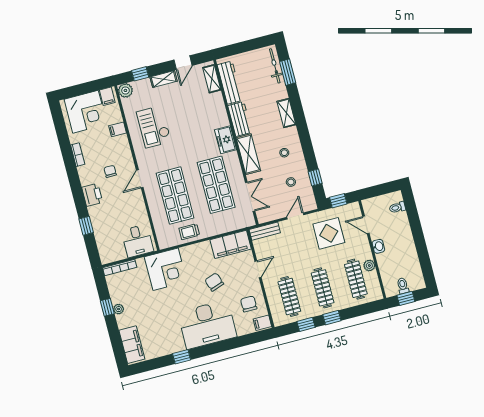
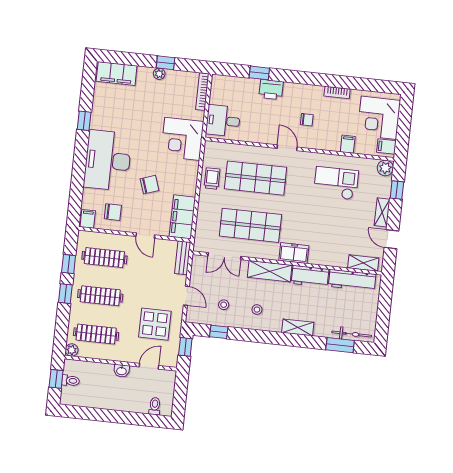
printer: (92, 195) -> (271, 90), moved
plant: (369, 265) -> (72, 350), moved

